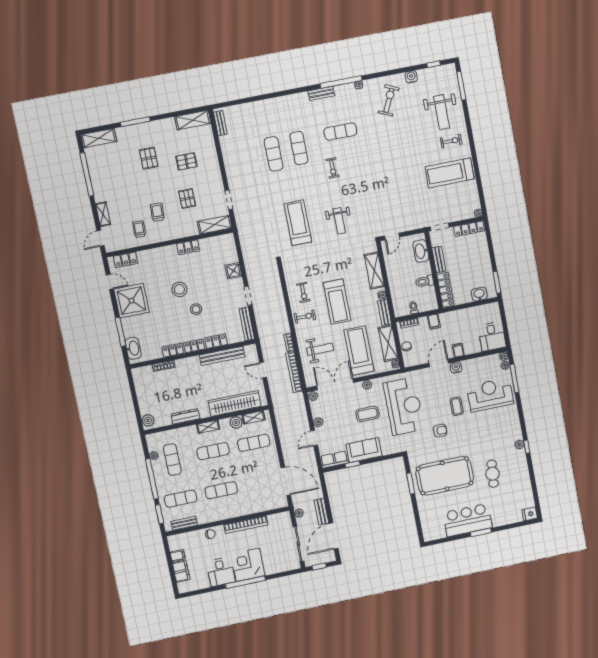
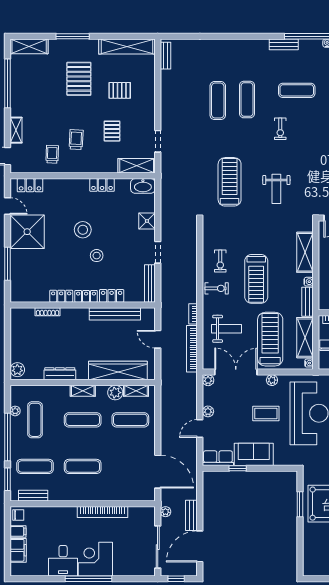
shelving: (193, 120) -> (127, 47), width x1.47
pallet: (149, 158) -> (79, 79), width x1.50, depth x1.42
washbasin: (133, 348) -> (143, 186), moved, turned 90
chair: (210, 534) -> (18, 515), moved

